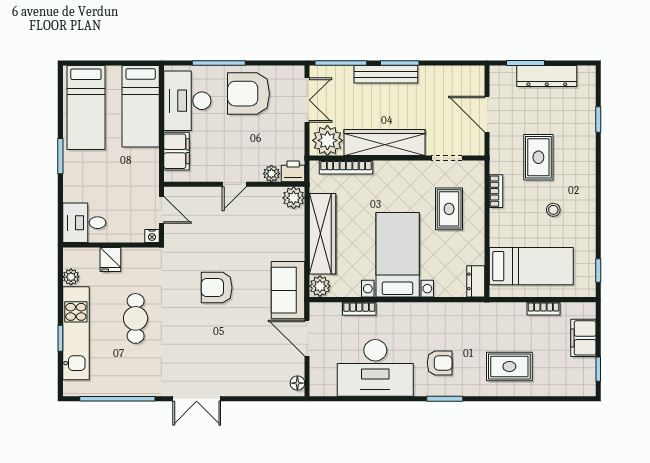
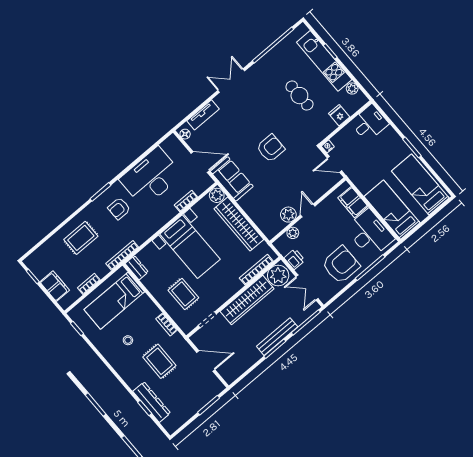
dresser: (547, 76) -> (152, 402), moved, turned 90
printer: (293, 171) -> (295, 259), moved, turned -90
plant: (294, 198) -> (288, 215), moved
bookcase: (480, 309) -> (122, 255), added
tv unit: (260, 387) -> (203, 115), added

